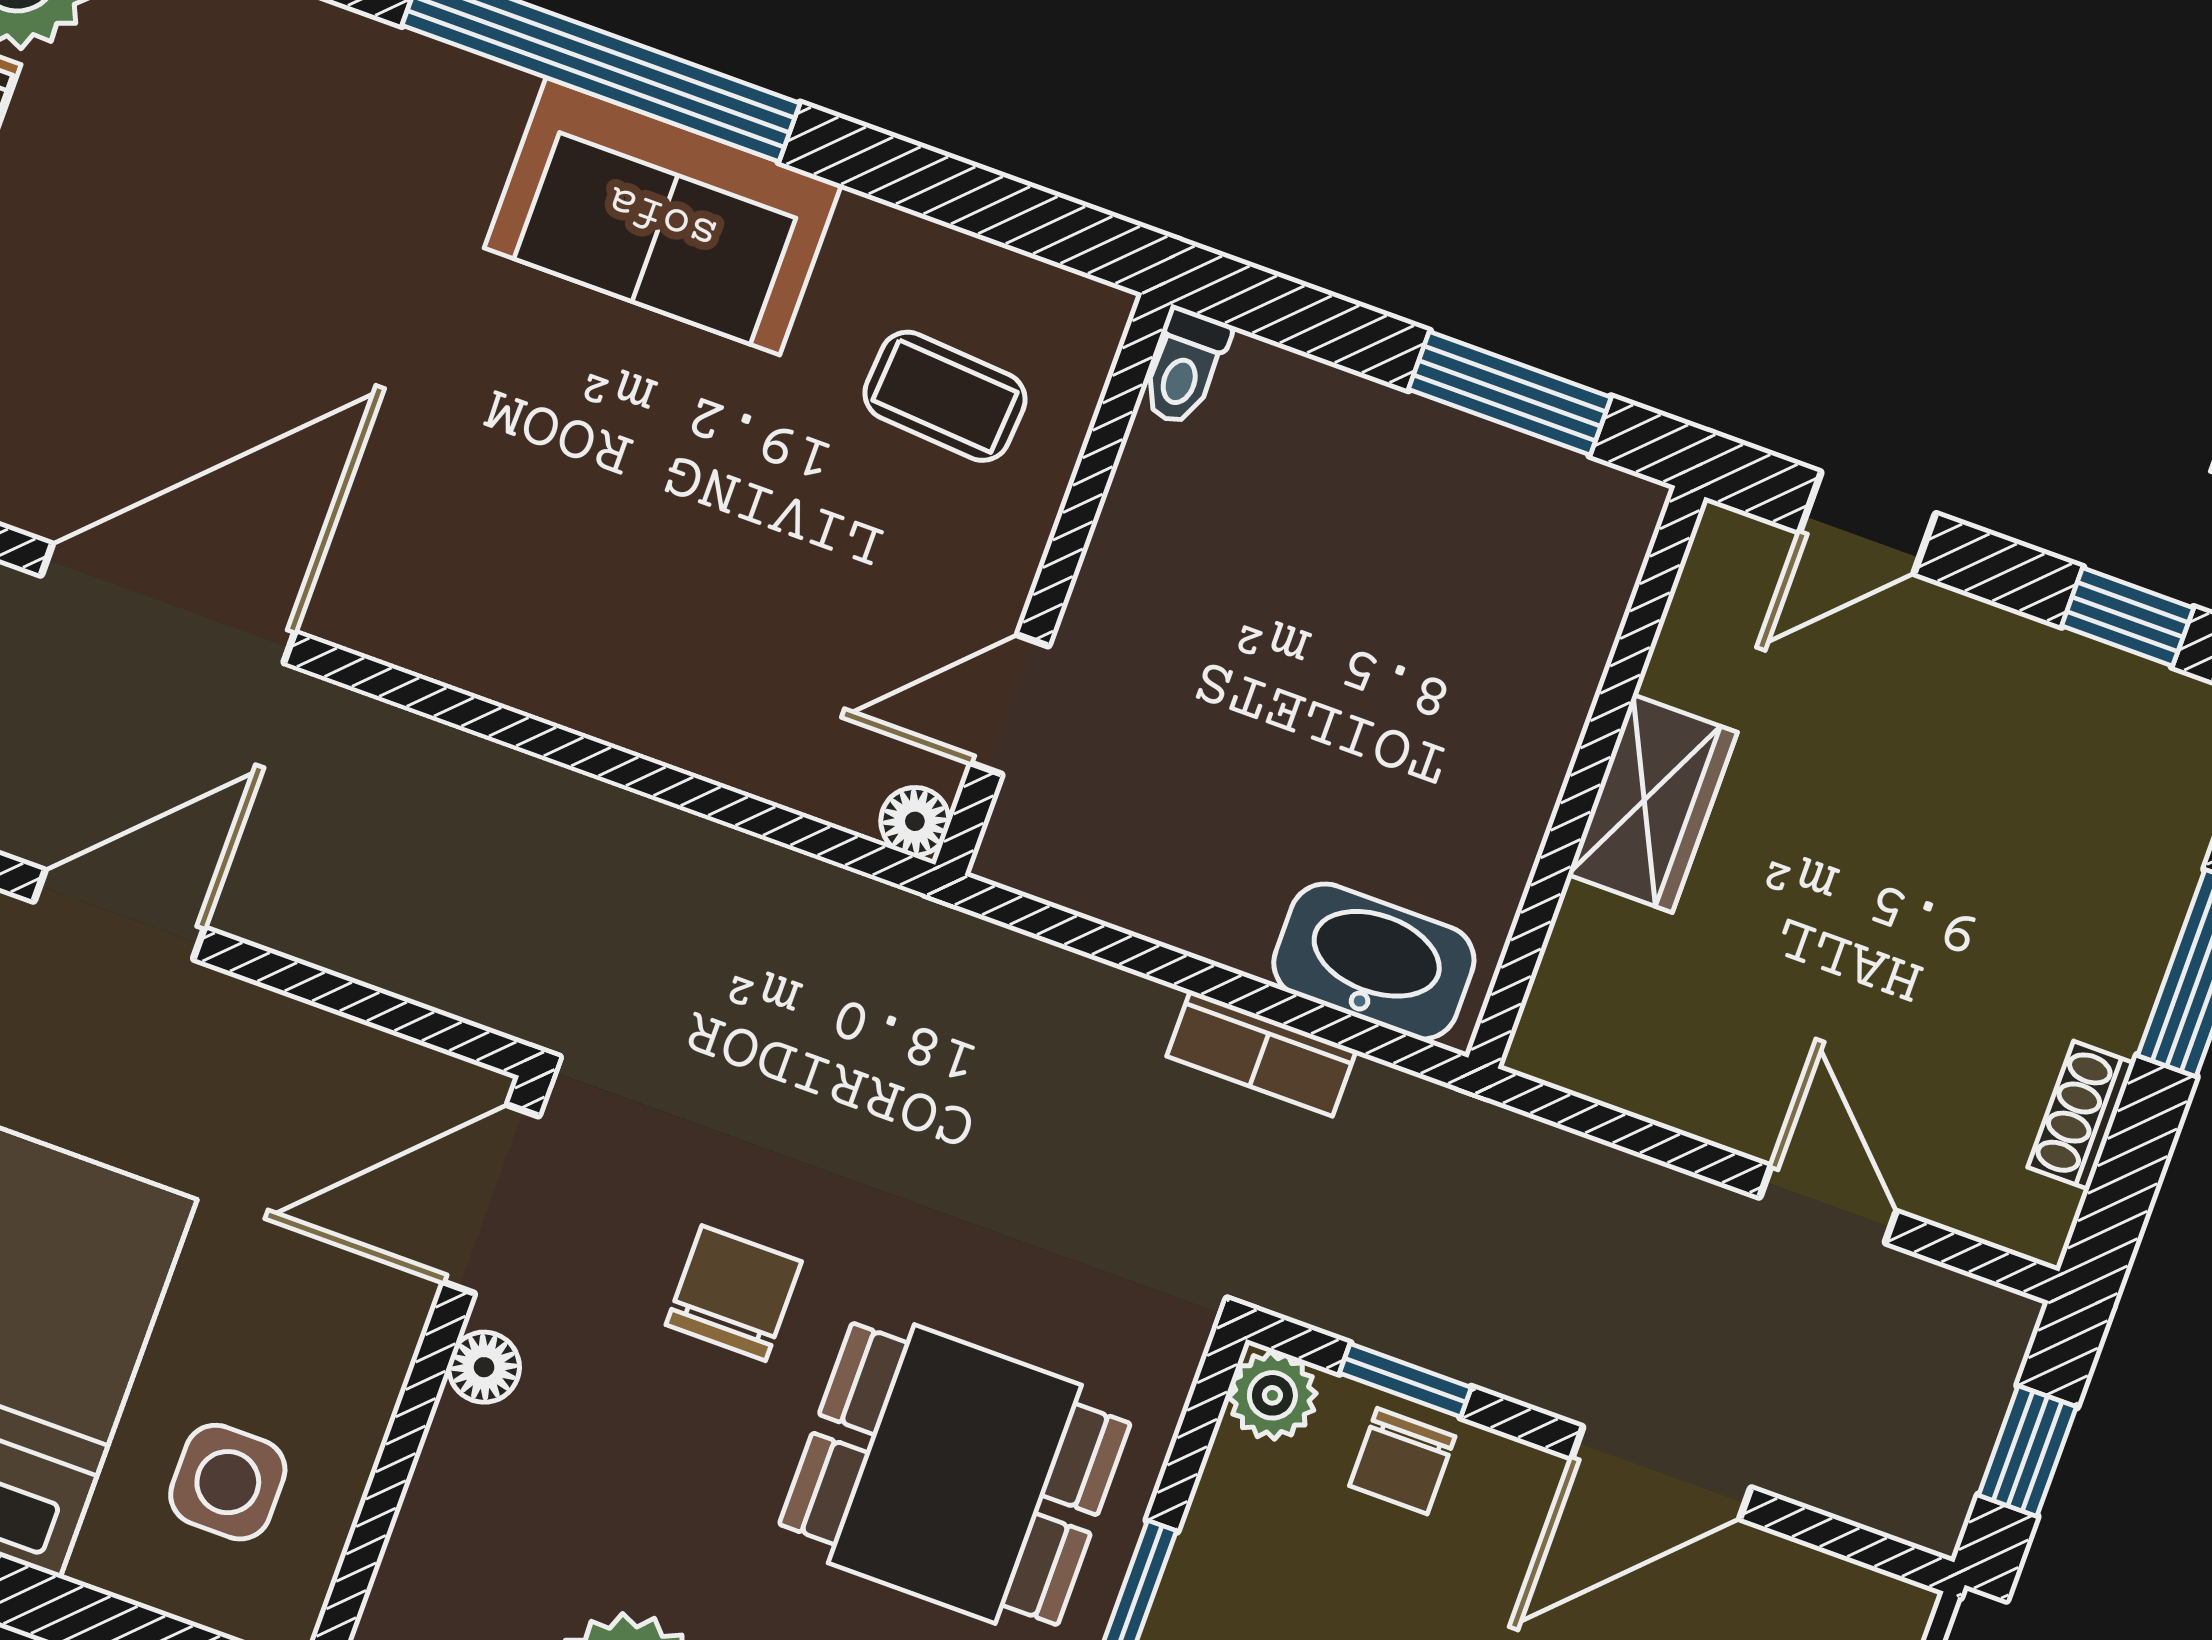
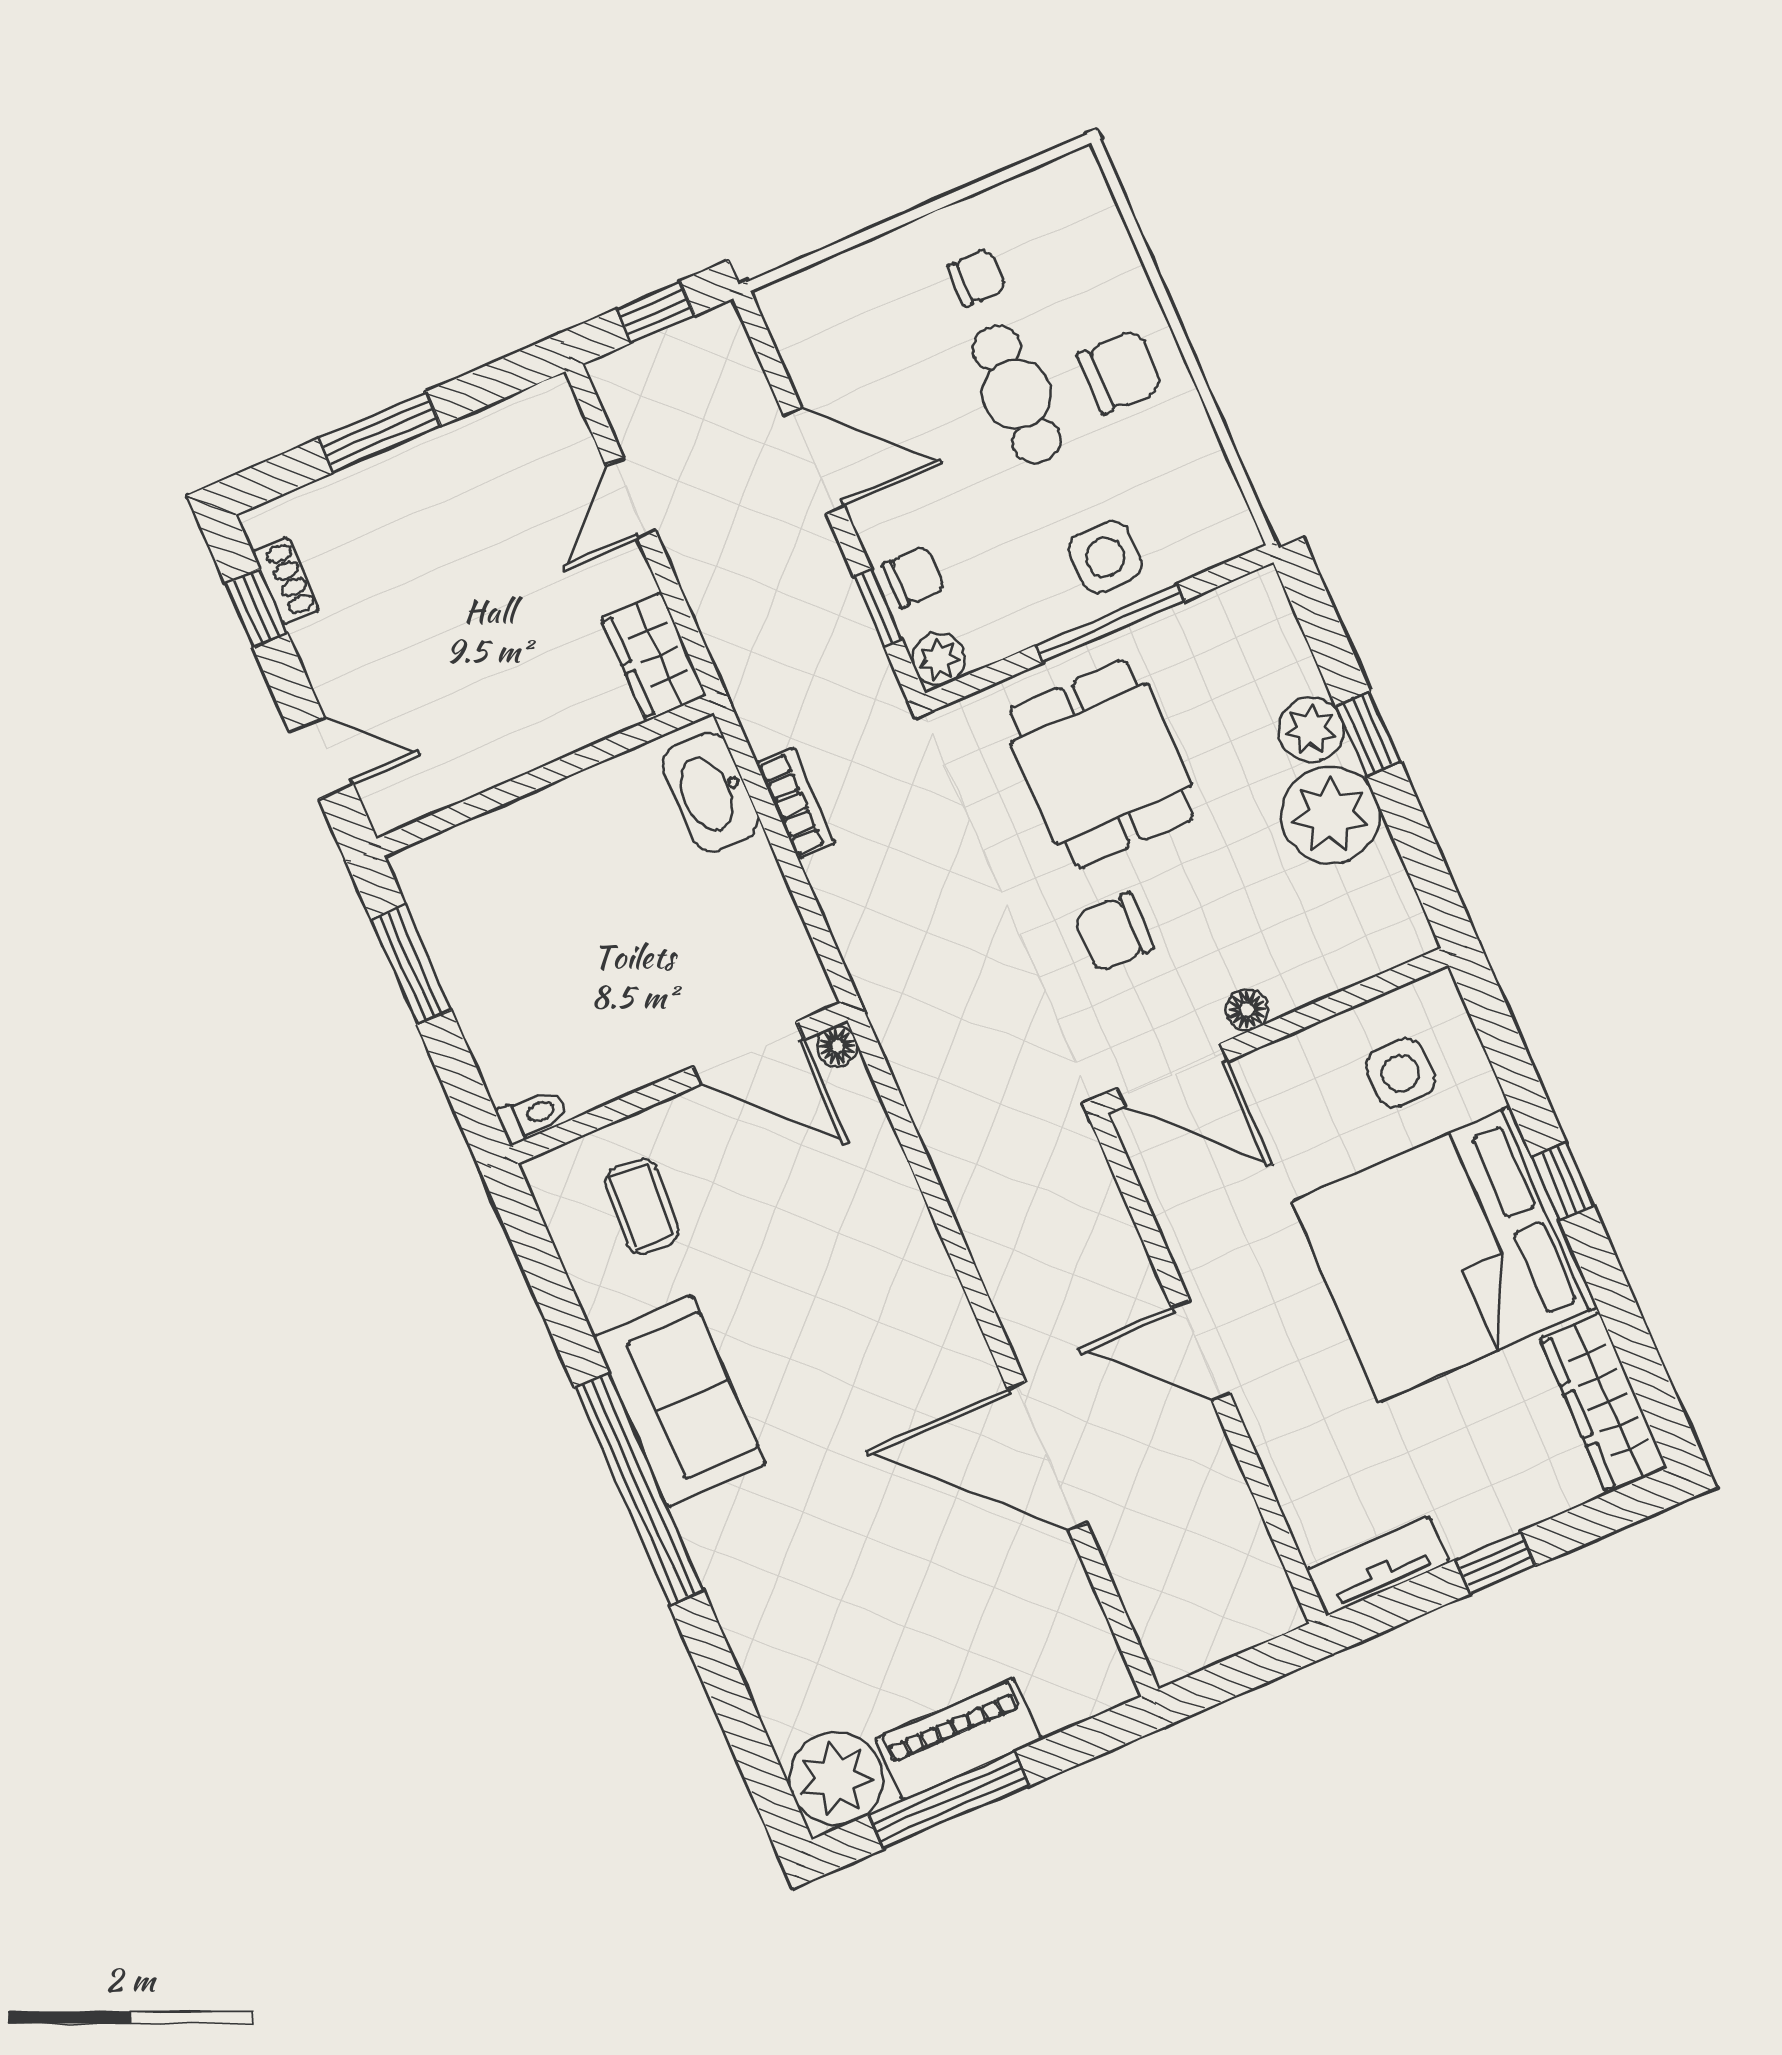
door: (1010, 705) -> (748, 1053), width x1.38
wardrobe: (1652, 803) -> (654, 657), moved, turned -90
shoe rack: (2081, 1115) -> (285, 581), moved, turned -90

